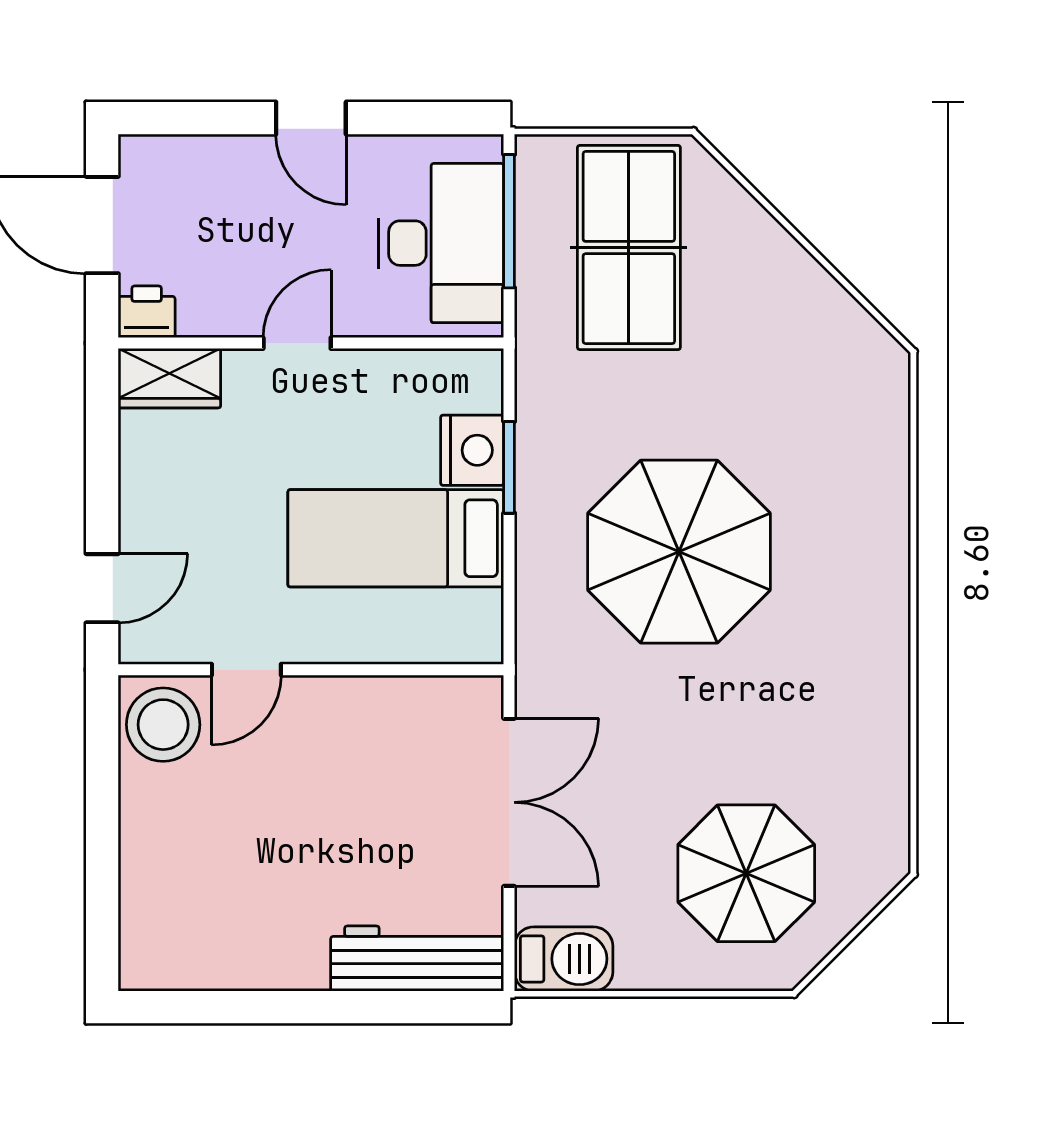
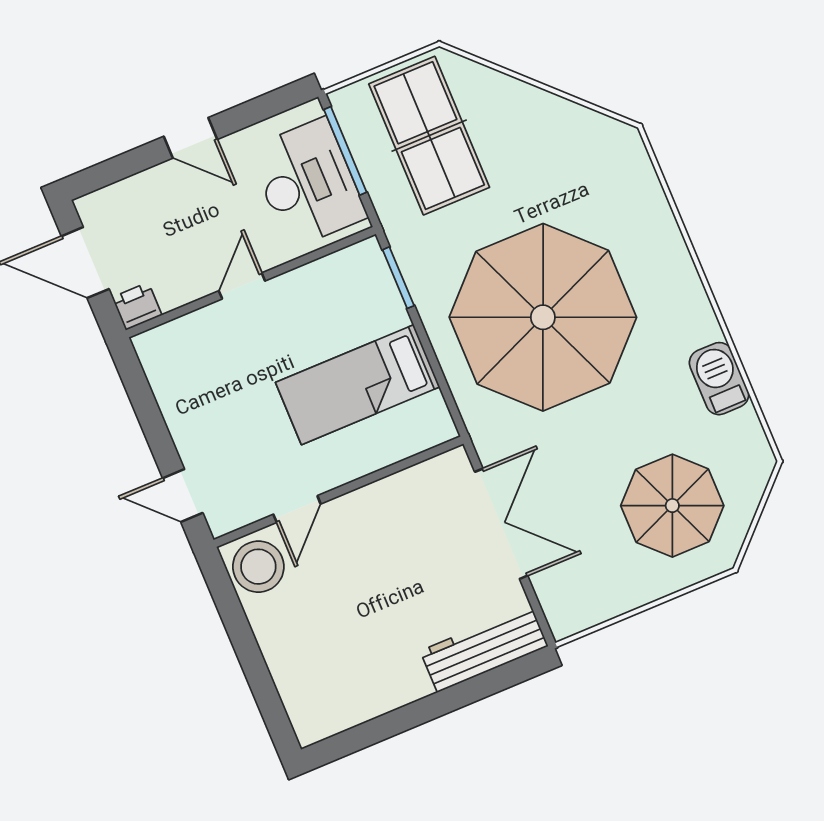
wardrobe: (169, 378) -> (169, 343), removed
nightstand: (472, 450) -> (383, 308), removed
window: (509, 467) -> (398, 278), moved
parasol: (679, 552) -> (543, 317), width x1.36, depth x1.36
door: (102, 588) -> (183, 496), swing flipped
barbecue: (564, 959) -> (719, 379), moved, turned -90

